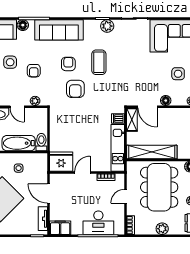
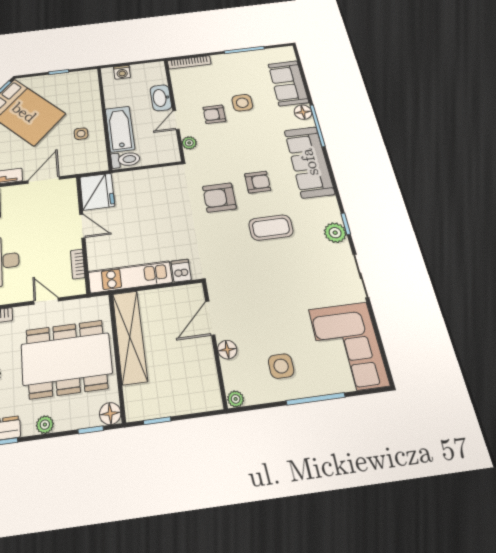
armchair: (34, 71) -> (214, 114), moved
shelving: (132, 120) -> (183, 294), removed

